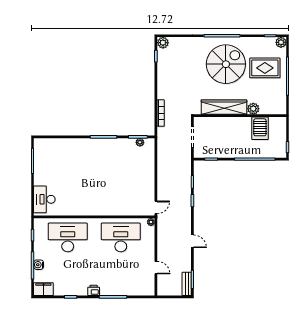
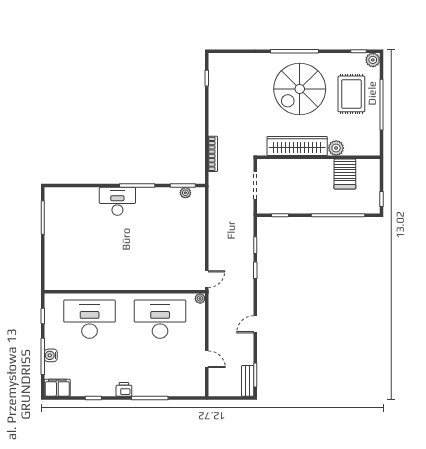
plant: (163, 43) -> (216, 60), removed
spiral stairs: (226, 64) -> (300, 89), turned 180
rug: (265, 68) -> (351, 94), turned 90
desk: (44, 199) -> (117, 201), moved, turned 90
door: (192, 241) -> (255, 324), swing flipped

